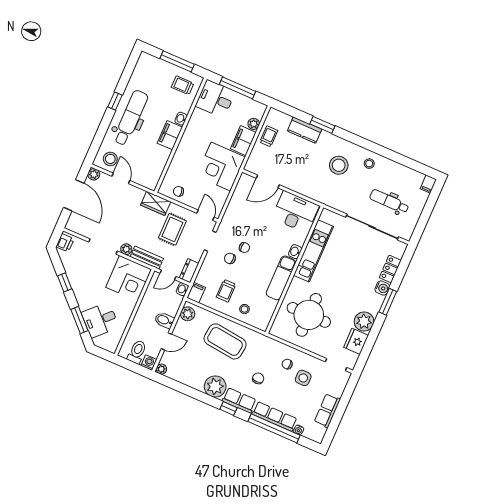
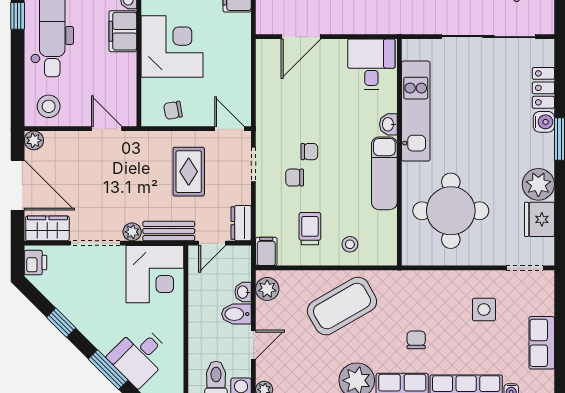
corner desk: (221, 166) -> (172, 46), moved, turned 180
door: (121, 178) -> (107, 129), moved
wardrobe: (156, 203) -> (47, 228), moved, turned 180
desk: (295, 212) -> (371, 64), width x0.73
washbasin: (182, 289) -> (243, 292), moved
trolley: (226, 291) -> (310, 229), turned 180
coffee table: (225, 341) -> (342, 306), turned -37
chair: (287, 364) -> (451, 299), removed

